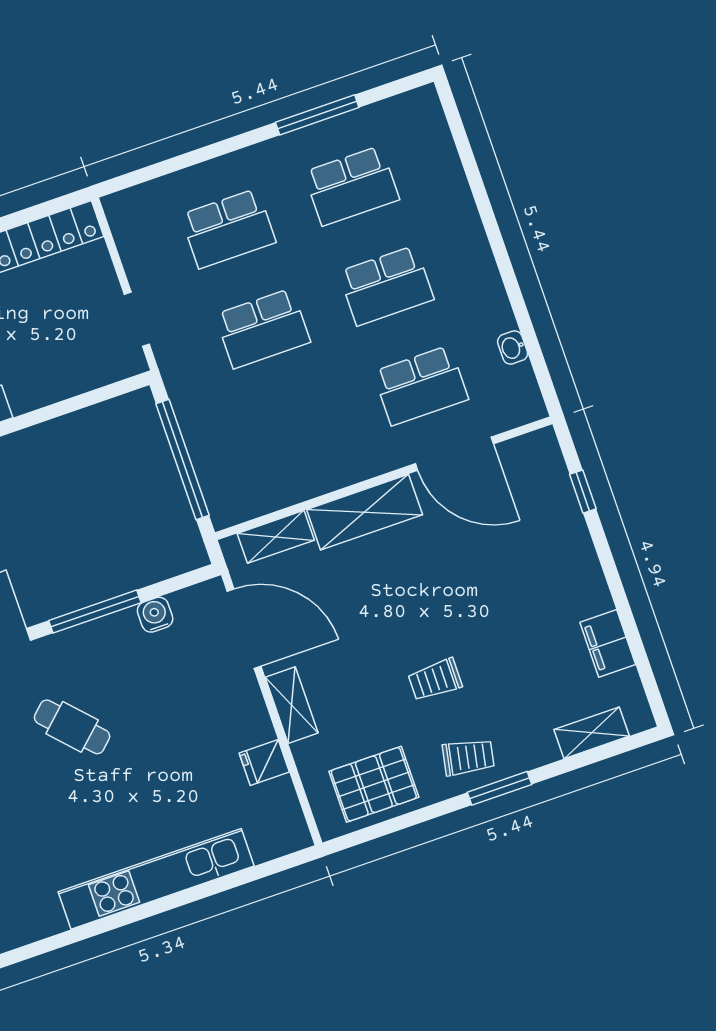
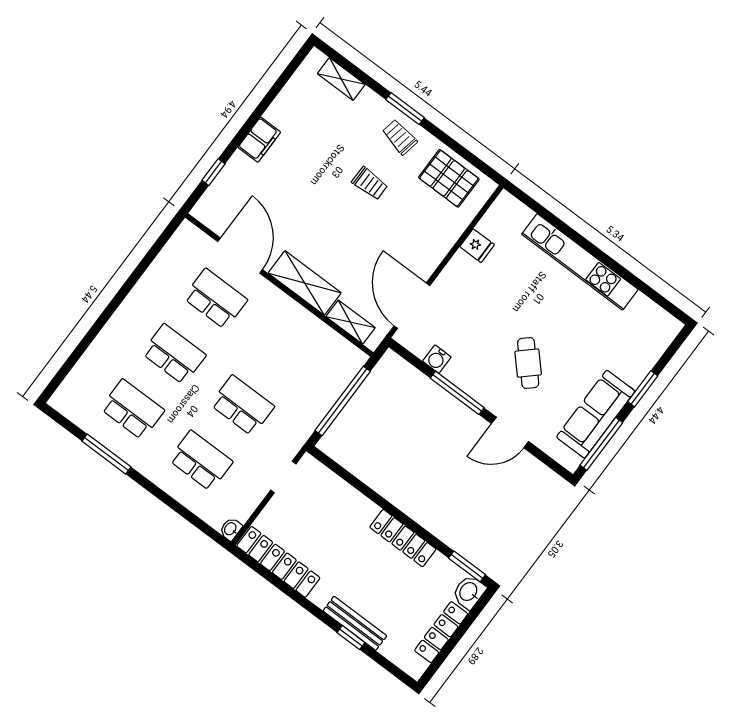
washbasin: (513, 347) -> (231, 529), moved, turned 180
filing cabinet: (608, 643) -> (259, 140), moved
shelving: (292, 705) -> (436, 252), removed

